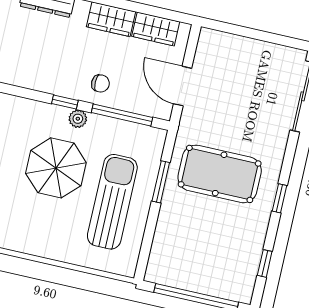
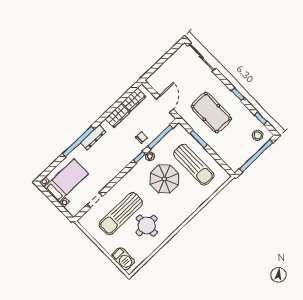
door: (183, 86) -> (165, 104), swing flipped
pool table: (220, 174) -> (211, 113), turned 90
sun lounger: (112, 202) -> (194, 165), turned 180
stool: (232, 277) -> (258, 135), added

